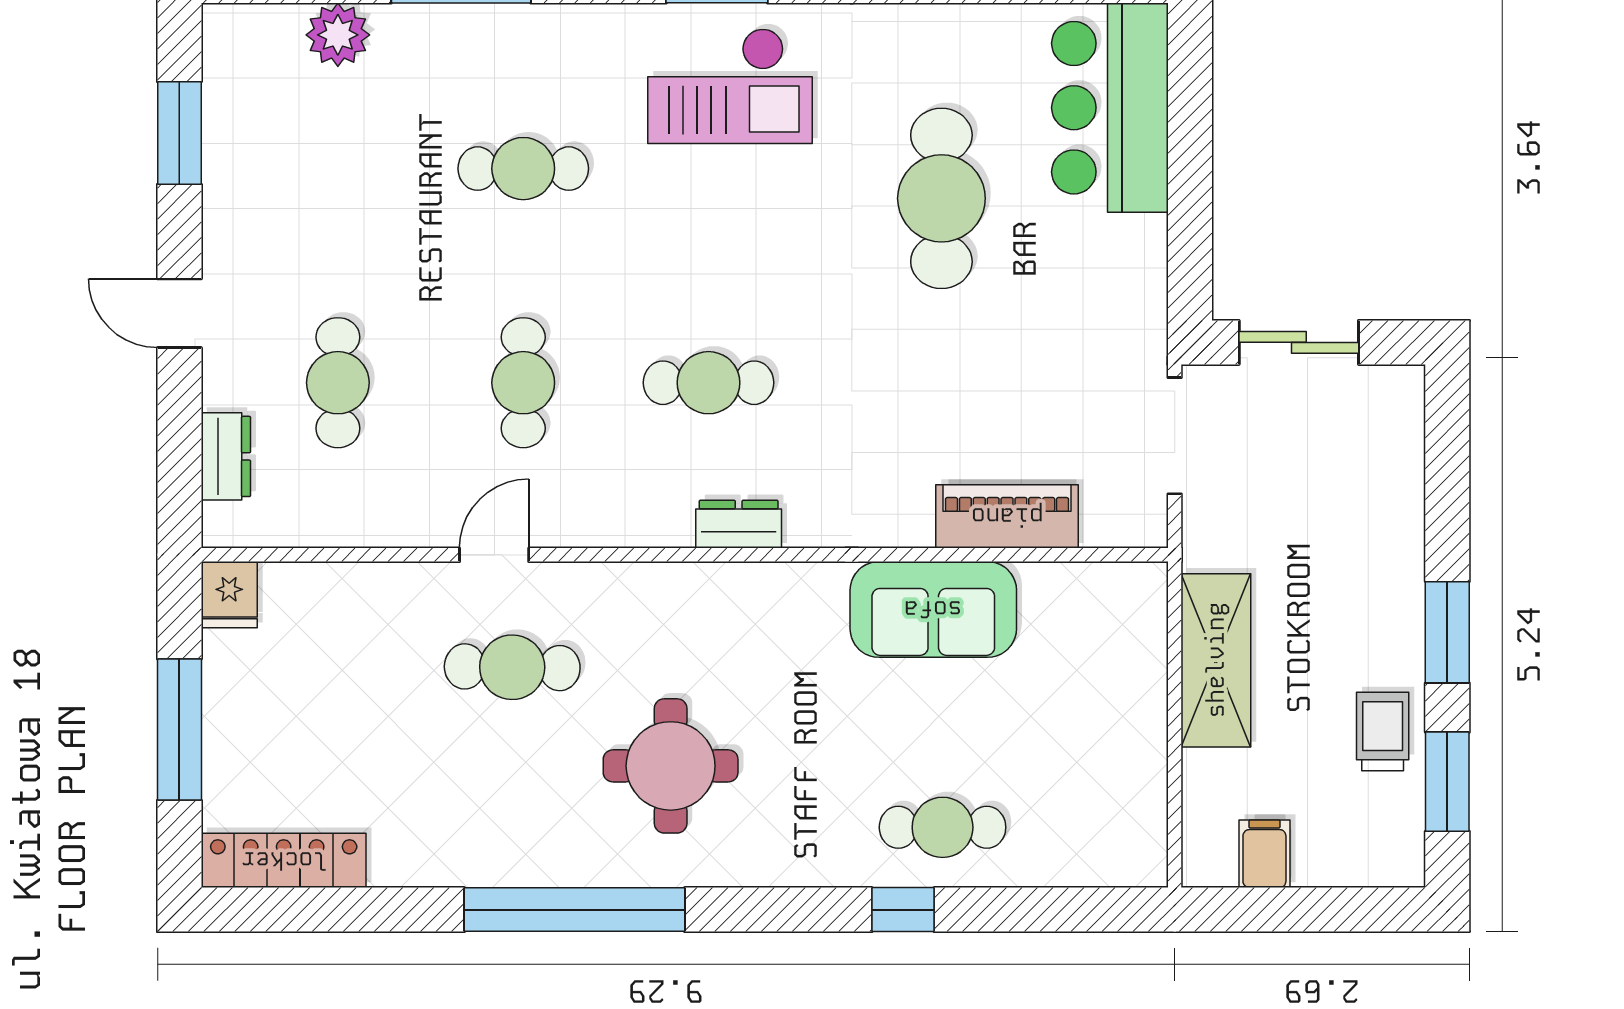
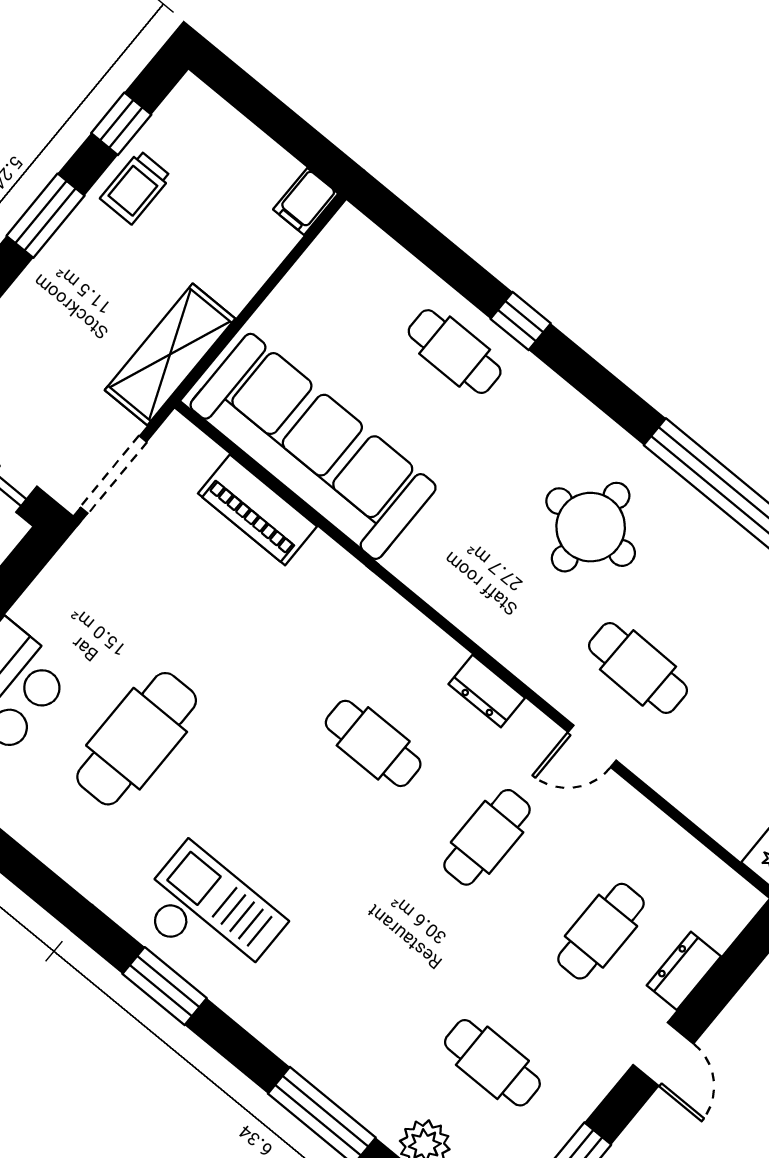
cafe table: (523, 169) -> (492, 1063), moved
dresser: (226, 456) -> (684, 971), moved
dresser: (739, 524) -> (487, 691), moved
sofa: (933, 609) -> (313, 446), width x1.85, depth x1.27
shelving: (1216, 660) -> (170, 354), moved
window: (1447, 782) -> (121, 124), width x0.67
filing cabinet: (1264, 854) -> (306, 201), moved

